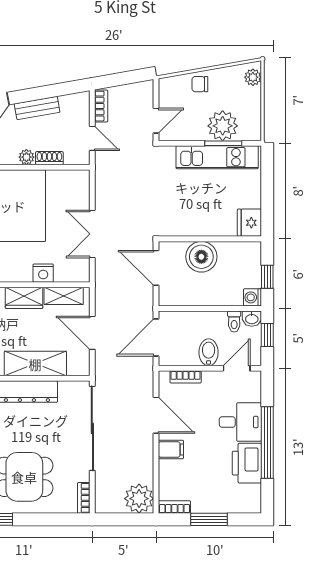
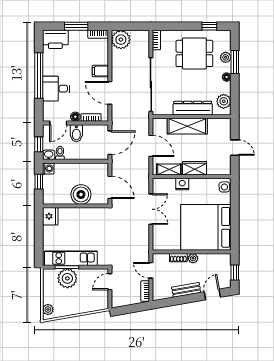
chair: (200, 84) -> (82, 305), removed
floor lamp: (210, 378) -> (75, 117), added
printer: (247, 463) -> (55, 39), moved, turned 90

